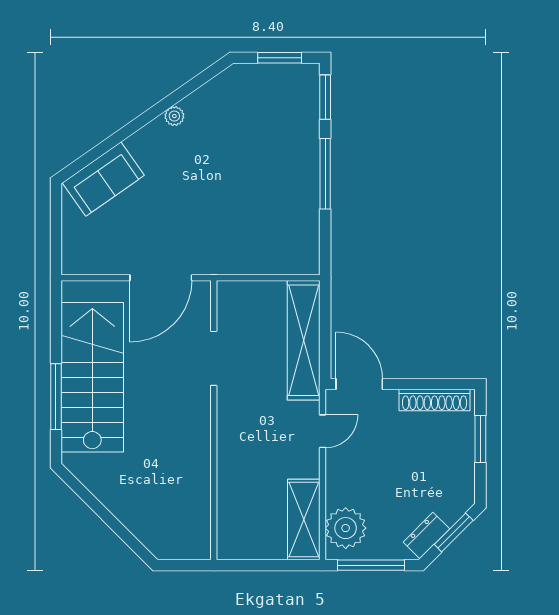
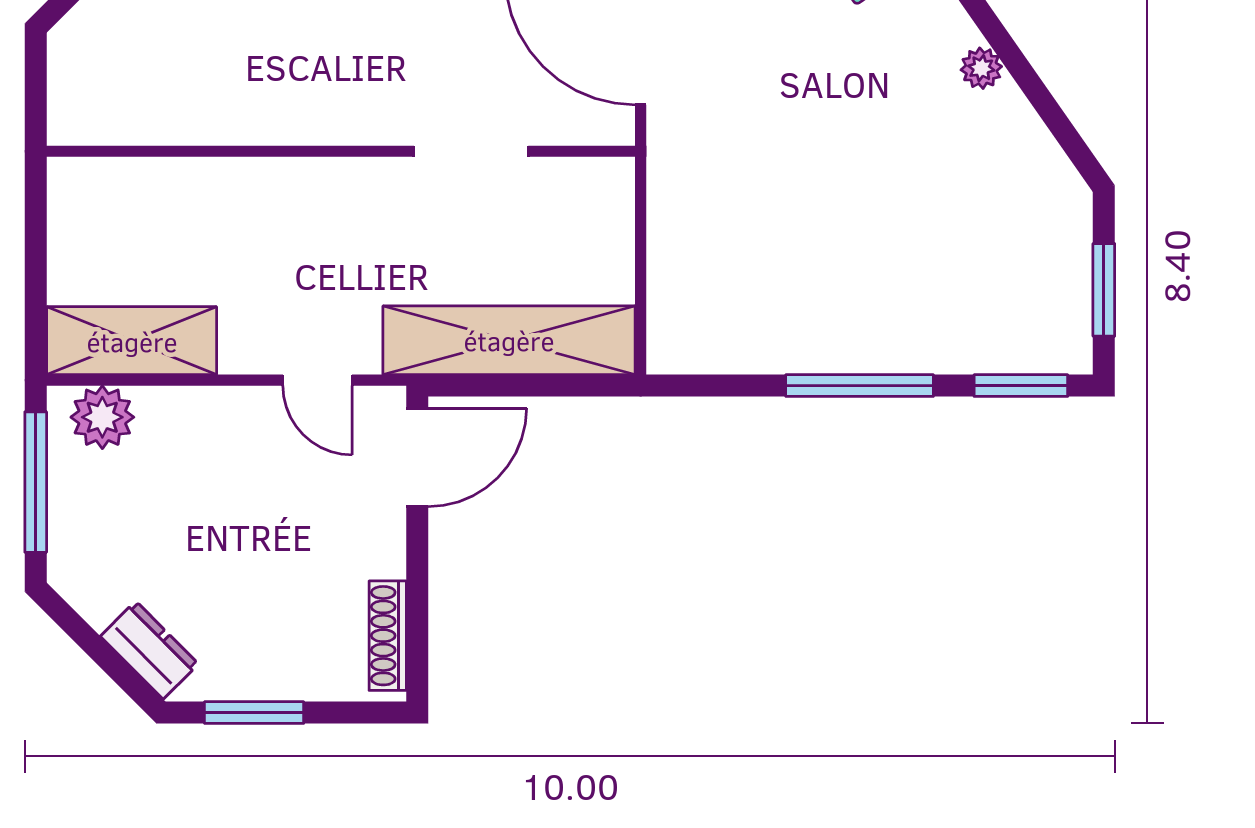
shoe rack: (435, 400) -> (388, 636), width x0.74, depth x0.81
window: (480, 439) -> (254, 713), moved
plant: (346, 528) -> (102, 417), width x0.73, depth x0.73
window: (454, 532) -> (105, 656), removed
dresser: (426, 535) -> (149, 650), moved

